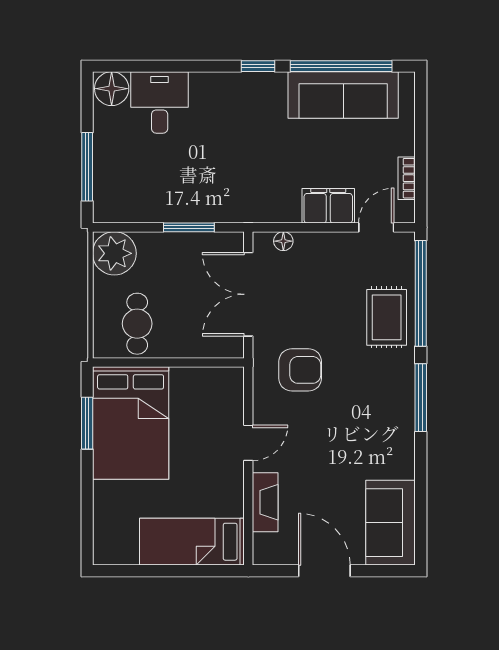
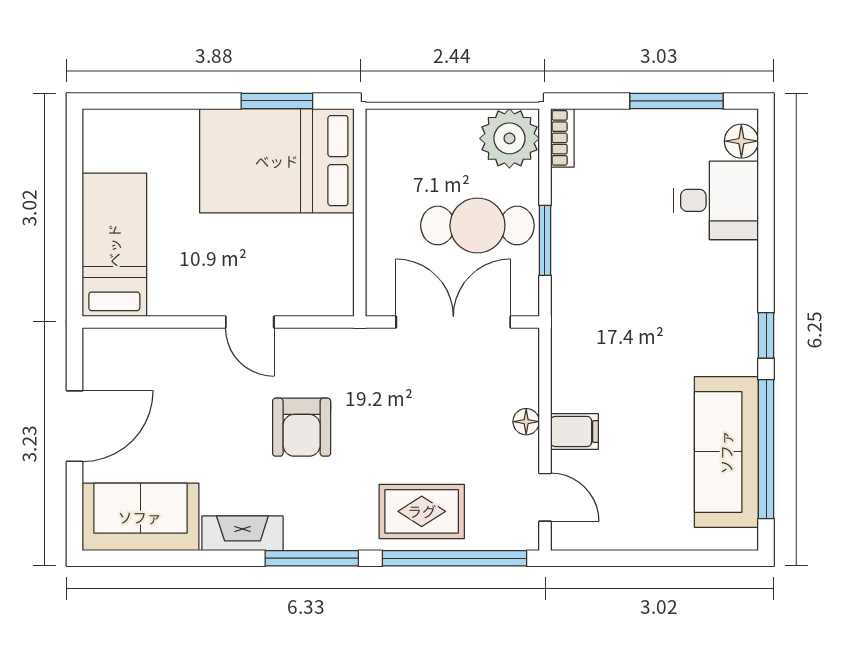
floor lamp: (112, 89) -> (741, 141), width x0.73, depth x0.73
window: (87, 167) -> (677, 101), moved
bookcase: (407, 178) -> (562, 138), moved, turned 90
filing cabinet: (328, 206) -> (574, 431), width x0.50
floor lamp: (283, 241) -> (526, 422), moved
cafe table: (137, 324) -> (477, 225), moved, width x1.37, depth x1.35
armchair: (300, 370) -> (302, 427), moved
fireplace: (265, 502) -> (242, 533), moved, turned 180

